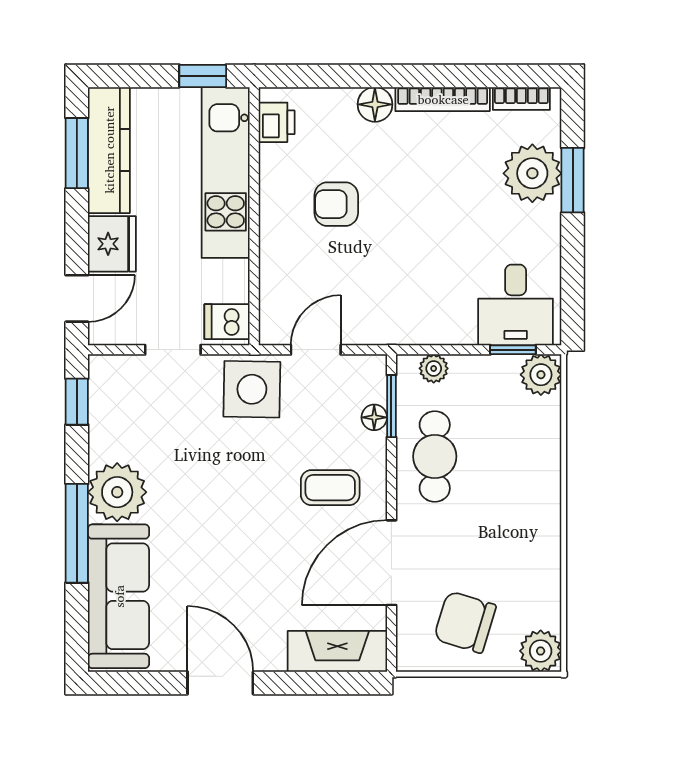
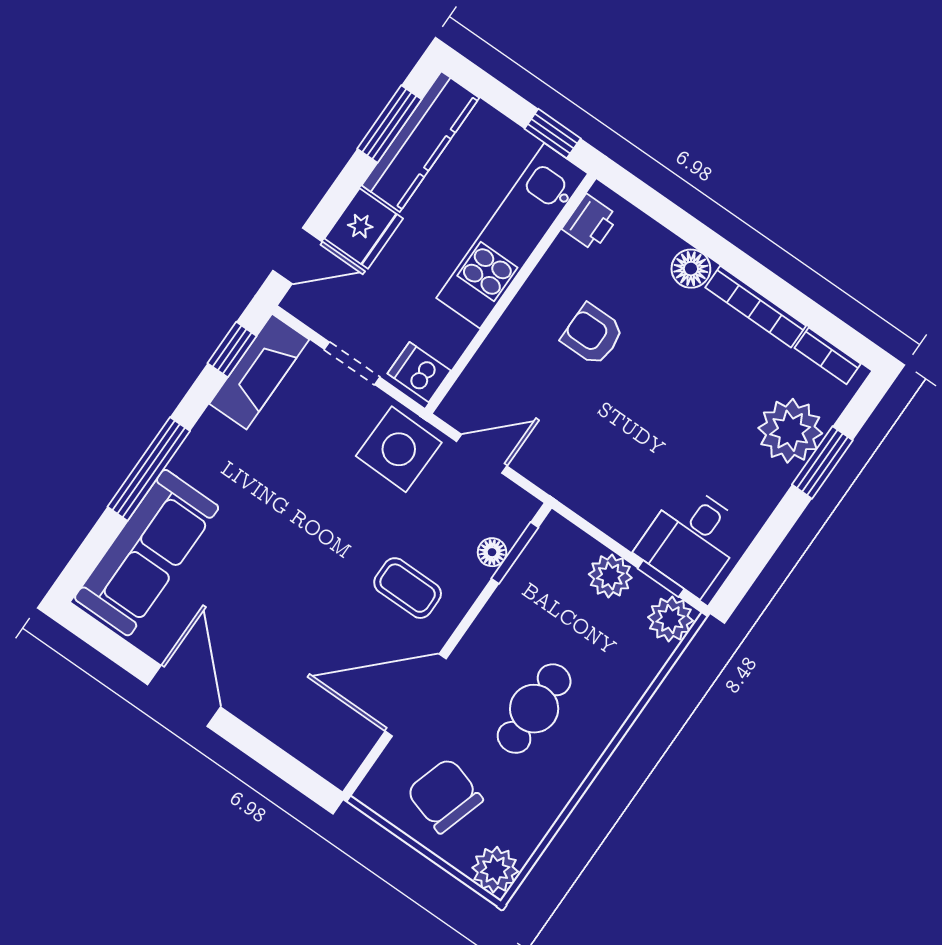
plant: (434, 368) -> (610, 576), moved, width x1.38, depth x1.38
cafe table: (435, 456) -> (534, 709), moved
plant: (117, 492) -> (211, 457), removed
fireplace: (337, 651) -> (259, 372), moved, turned 90

